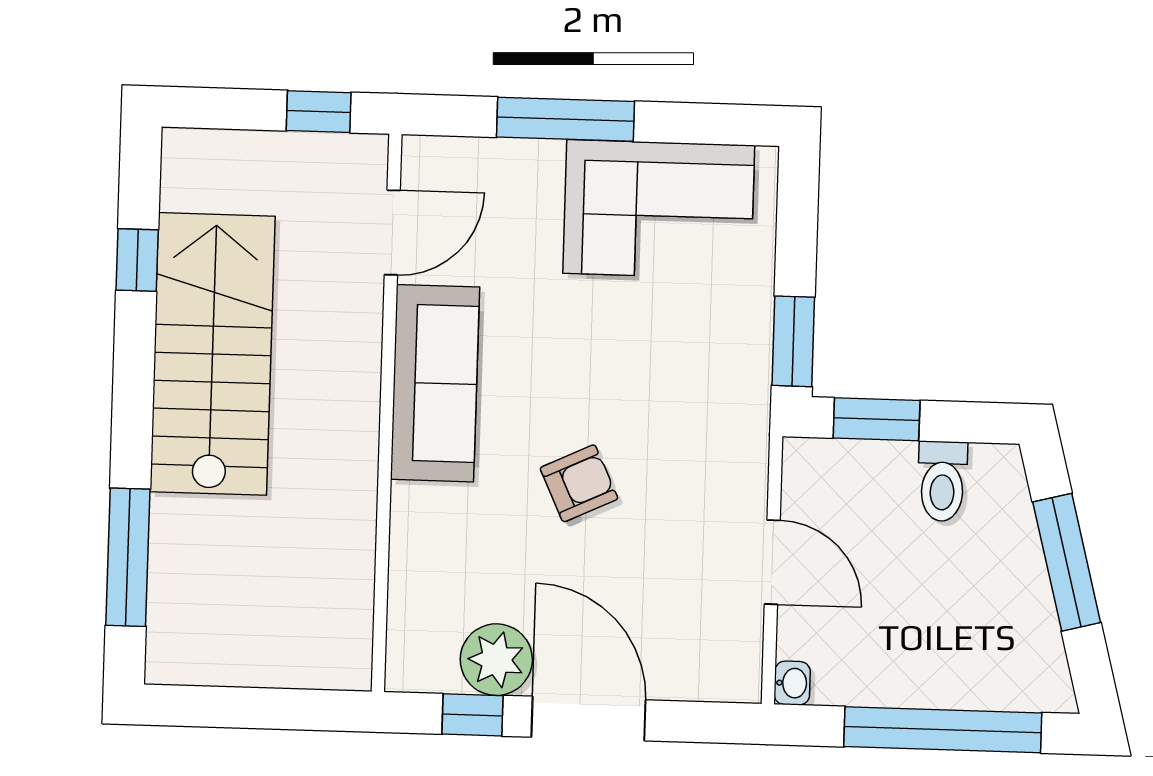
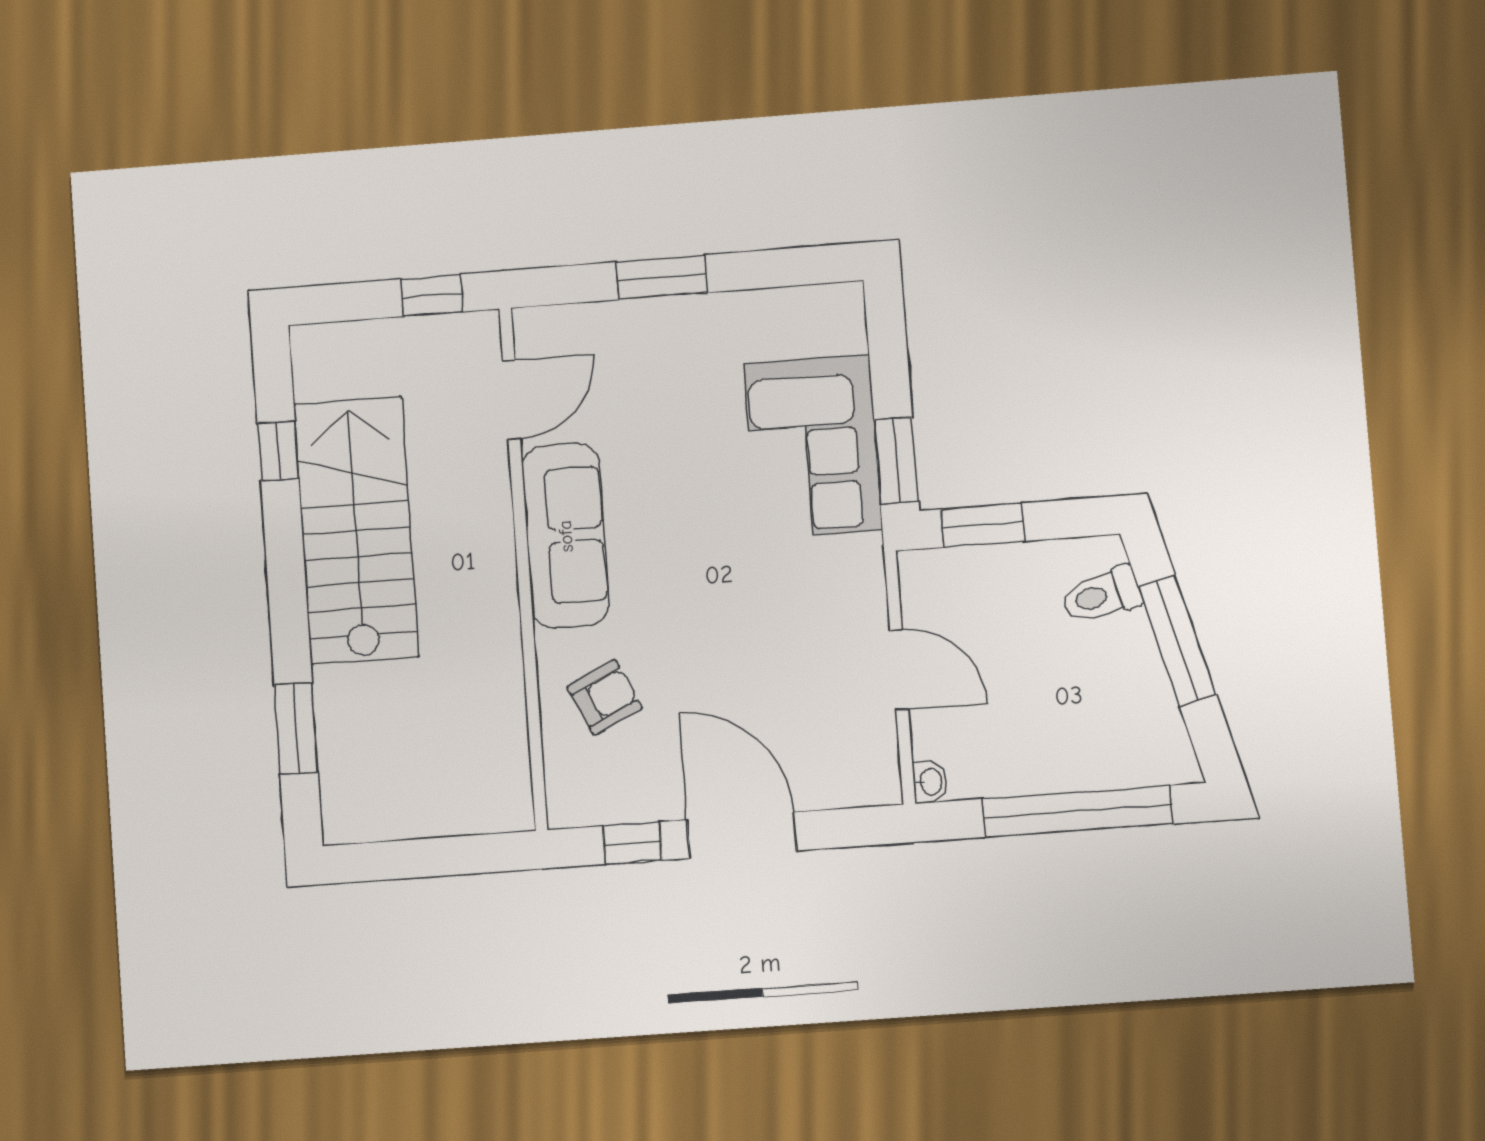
window: (565, 119) -> (662, 277), width x0.69
corner sofa: (659, 209) -> (813, 447), moved, turned 90
toilet: (942, 481) -> (1101, 595), moved, turned 76
armchair: (579, 483) -> (605, 698), moved
window: (128, 557) -> (296, 728), width x0.69
plant: (496, 660) -> (649, 789), removed

